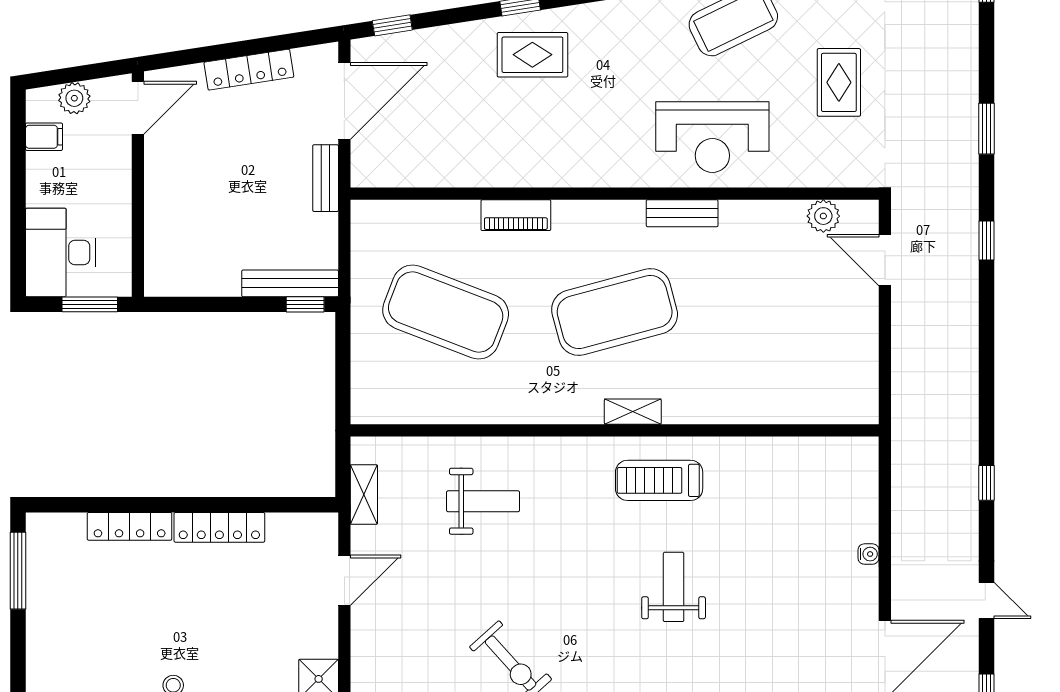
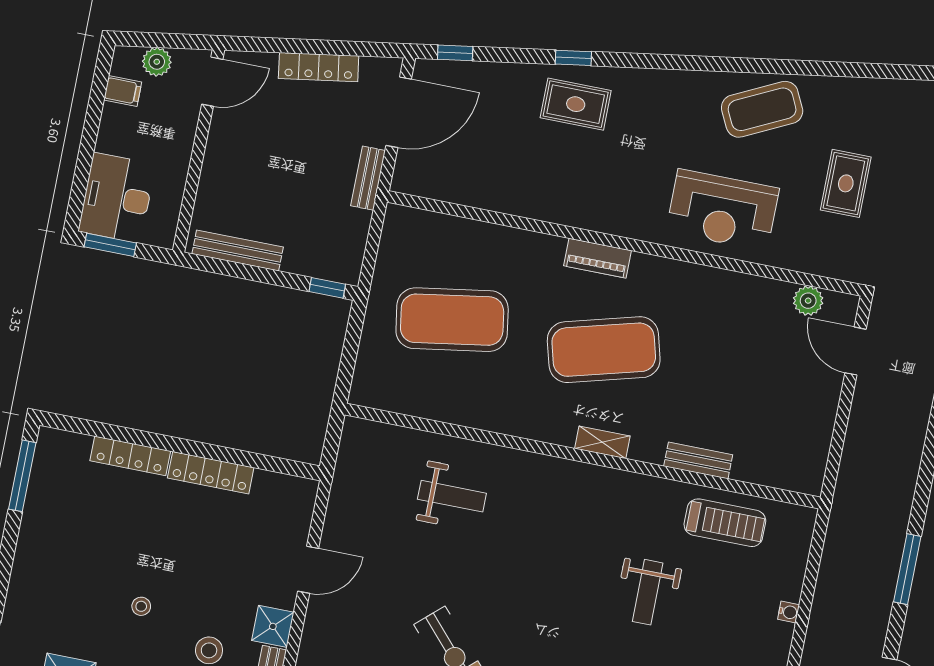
bench: (682, 213) -> (698, 460), moved
piano: (516, 215) -> (597, 258), moved
bench: (290, 283) -> (238, 250), moved
window: (90, 304) -> (110, 245), moved
exercise mat: (446, 312) -> (452, 320), turned -30
treadmill: (659, 480) -> (725, 523), moved, turned 180
window: (987, 483) -> (907, 569), width x2.17
shelving: (364, 494) -> (346, 469), removed
door: (344, 580) -> (308, 570), moved
weight bench: (674, 587) -> (648, 592), moved, turned 180

